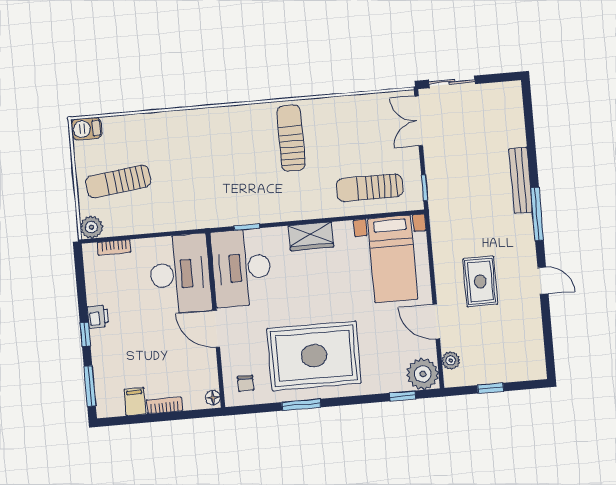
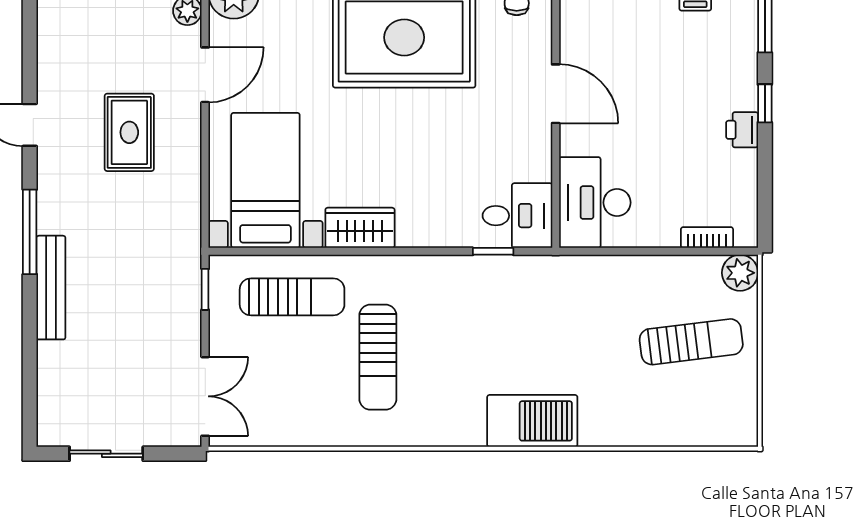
sliding door: (452, 82) -> (106, 454), moved
barbecue: (87, 129) -> (532, 421), moved, width x1.88, depth x1.53
sun lounger: (291, 138) -> (378, 357), moved
wardrobe: (311, 236) -> (360, 228), moved
desk: (242, 268) -> (517, 216), width x0.53, depth x0.77
desk: (180, 274) -> (595, 203), width x0.73, depth x0.77
door: (436, 322) -> (205, 75), hinge flipped

